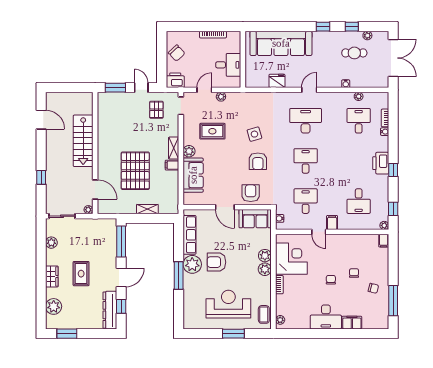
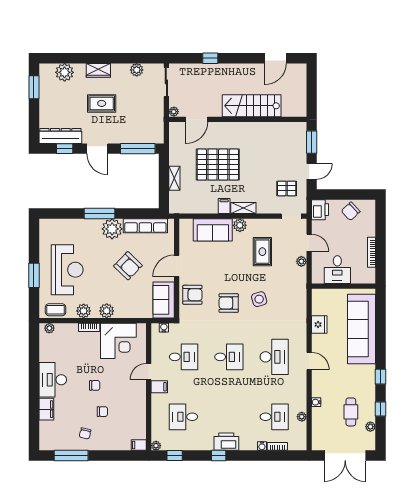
plant: (265, 256) -> (84, 311), moved
armchair: (216, 262) -> (128, 266), moved, turned 134

